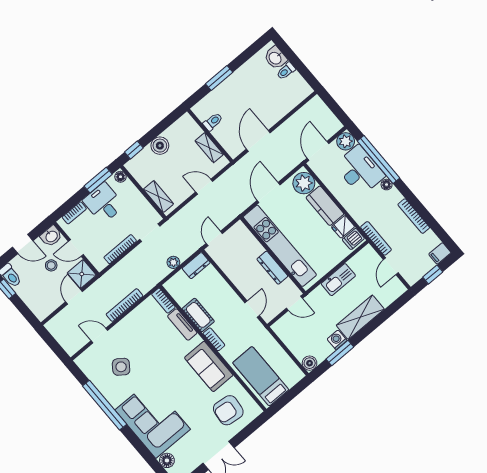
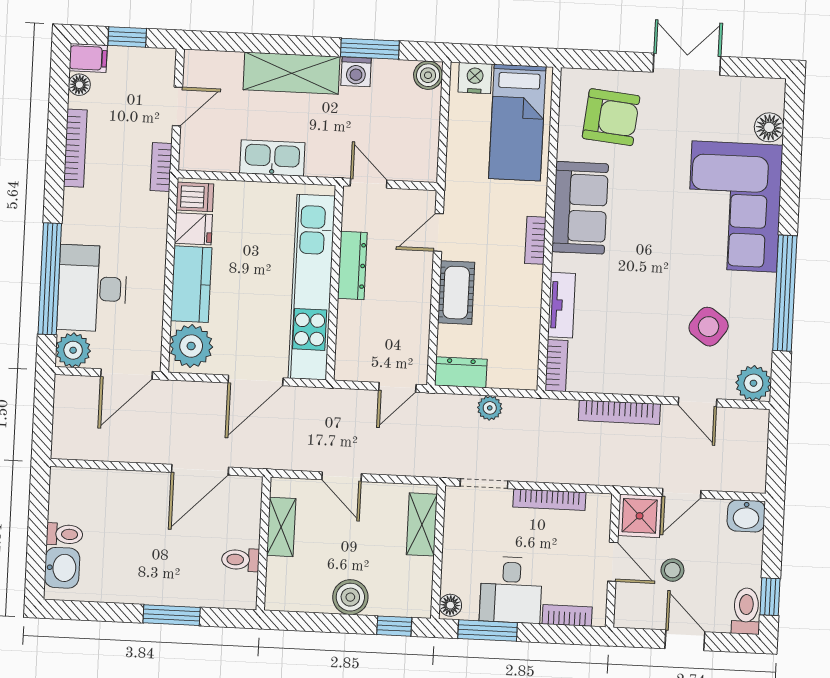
floor lamp: (387, 185) -> (79, 85), moved
washbasin: (51, 236) -> (746, 516), moved, turned 180
bookcase: (376, 238) -> (161, 167), width x0.64
cot: (198, 315) -> (456, 293), moved
plant: (85, 361) -> (753, 383), added
nightstand: (291, 378) -> (475, 78), added

